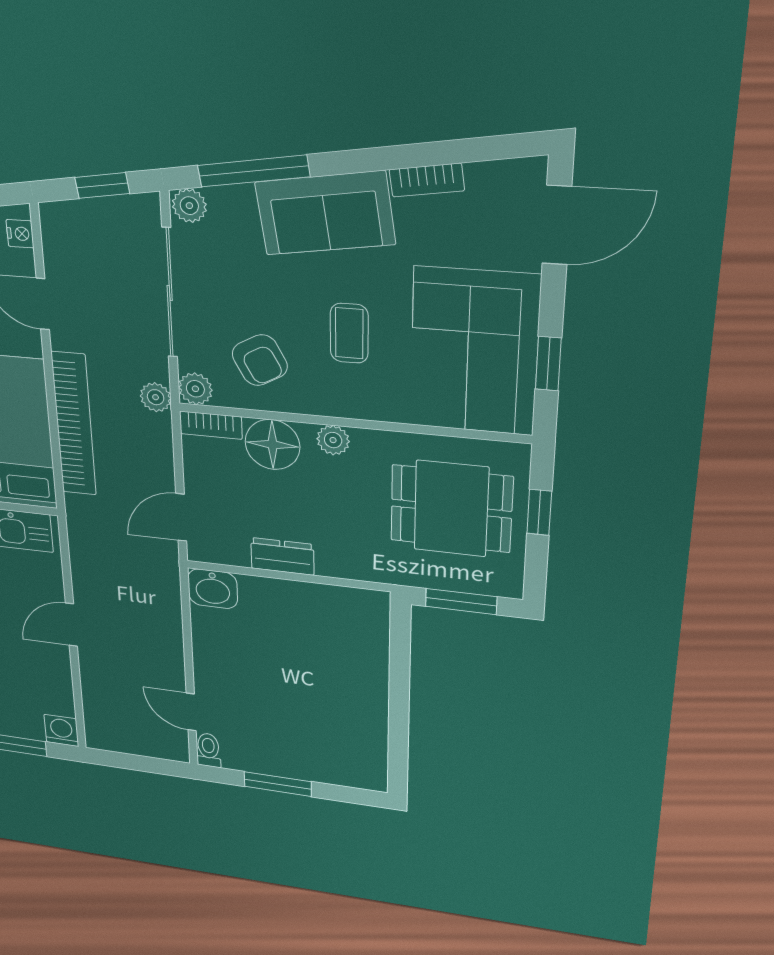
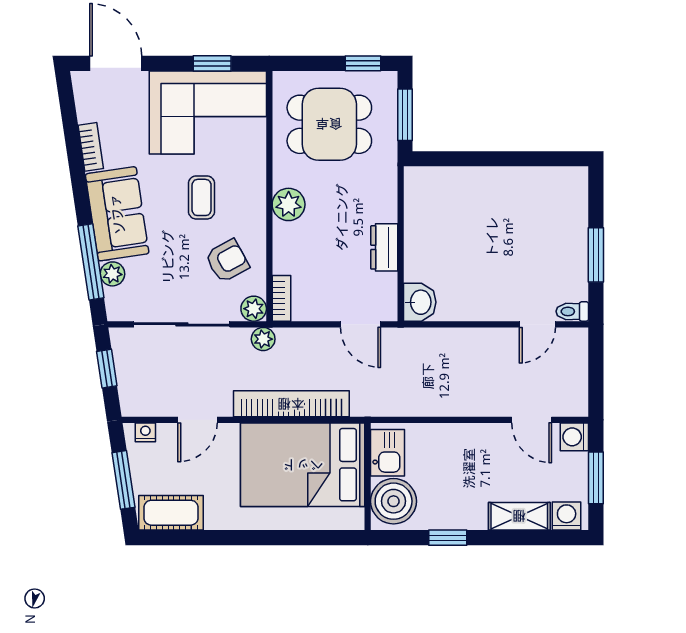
plant: (189, 206) -> (112, 274), moved
coffee table: (349, 333) -> (202, 197), turned 90
plant: (333, 440) -> (289, 204), width x1.38, depth x1.38
floor lamp: (272, 445) -> (292, 253), removed
dining table: (451, 509) -> (329, 124), turned 90
window: (539, 512) -> (363, 63), moved
door: (71, 625) -> (532, 420), moved

